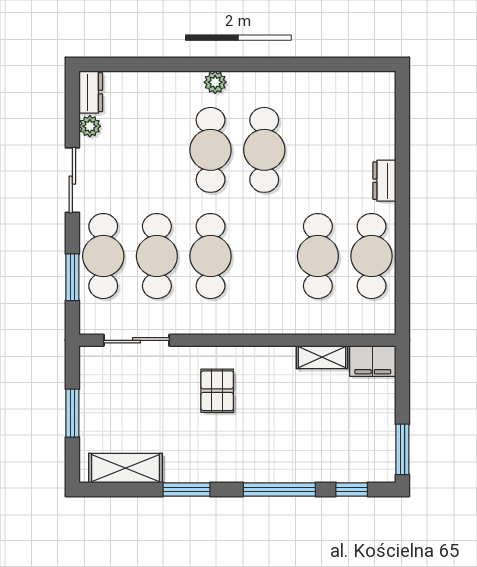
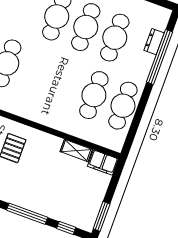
window: (402, 155) -> (160, 57), added
dresser: (384, 181) -> (154, 42), moved
cafe table: (211, 256) -> (115, 38), moved

